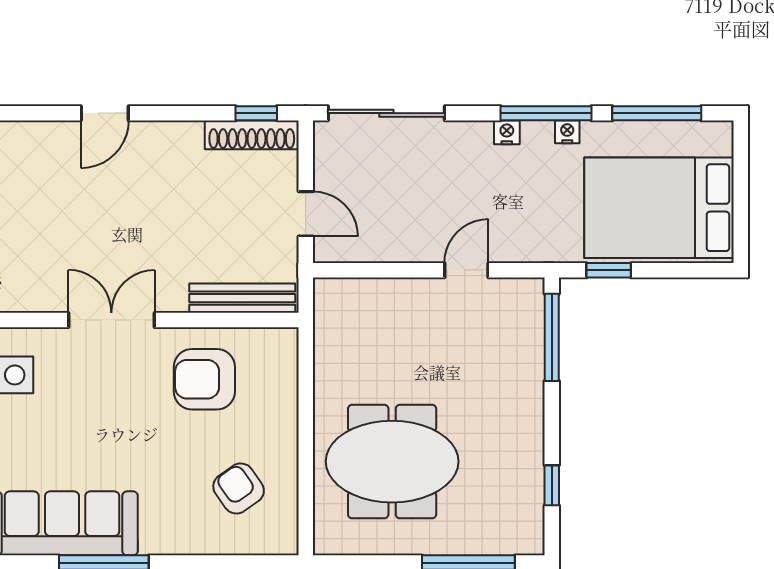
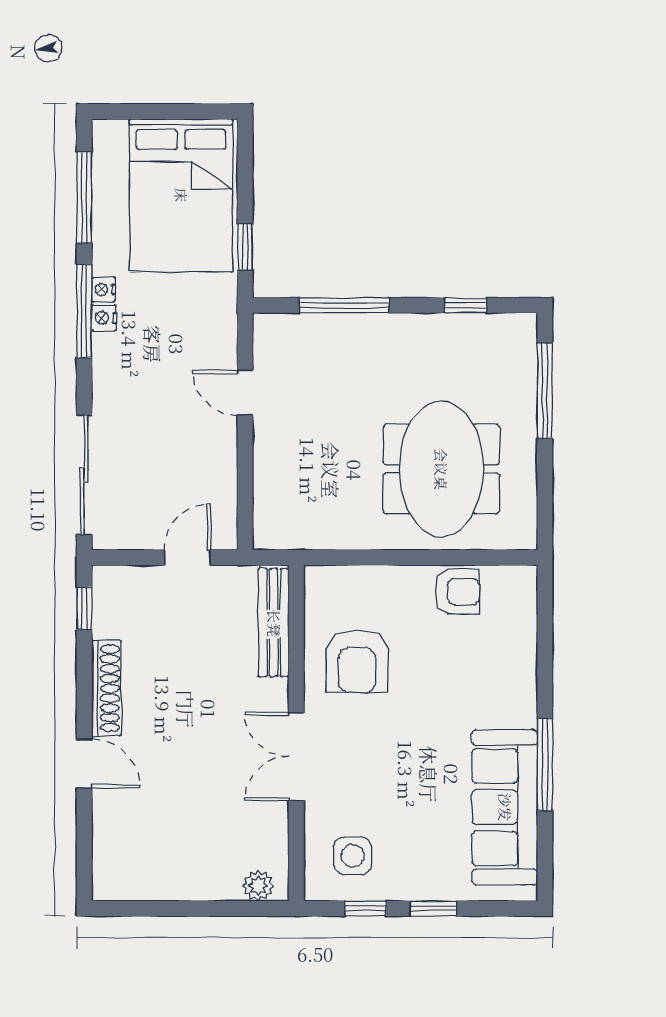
nightstand: (507, 132) -> (104, 318), moved
shoe rack: (252, 135) -> (106, 688), moved
window: (552, 337) -> (344, 305), moved
armchair: (239, 489) -> (457, 592), moved, turned -145

